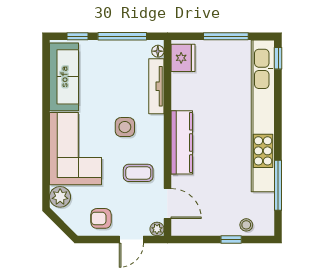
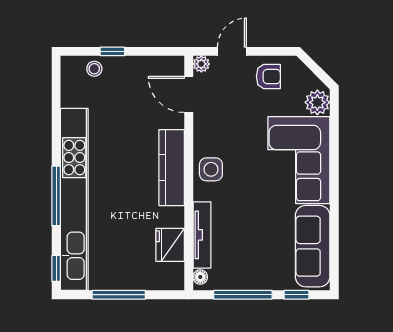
fridge: (183, 58) -> (170, 245), moved
side table: (125, 127) -> (211, 169), moved
coffee table: (138, 173) -> (224, 131), removed
window: (278, 185) -> (56, 196), moved

